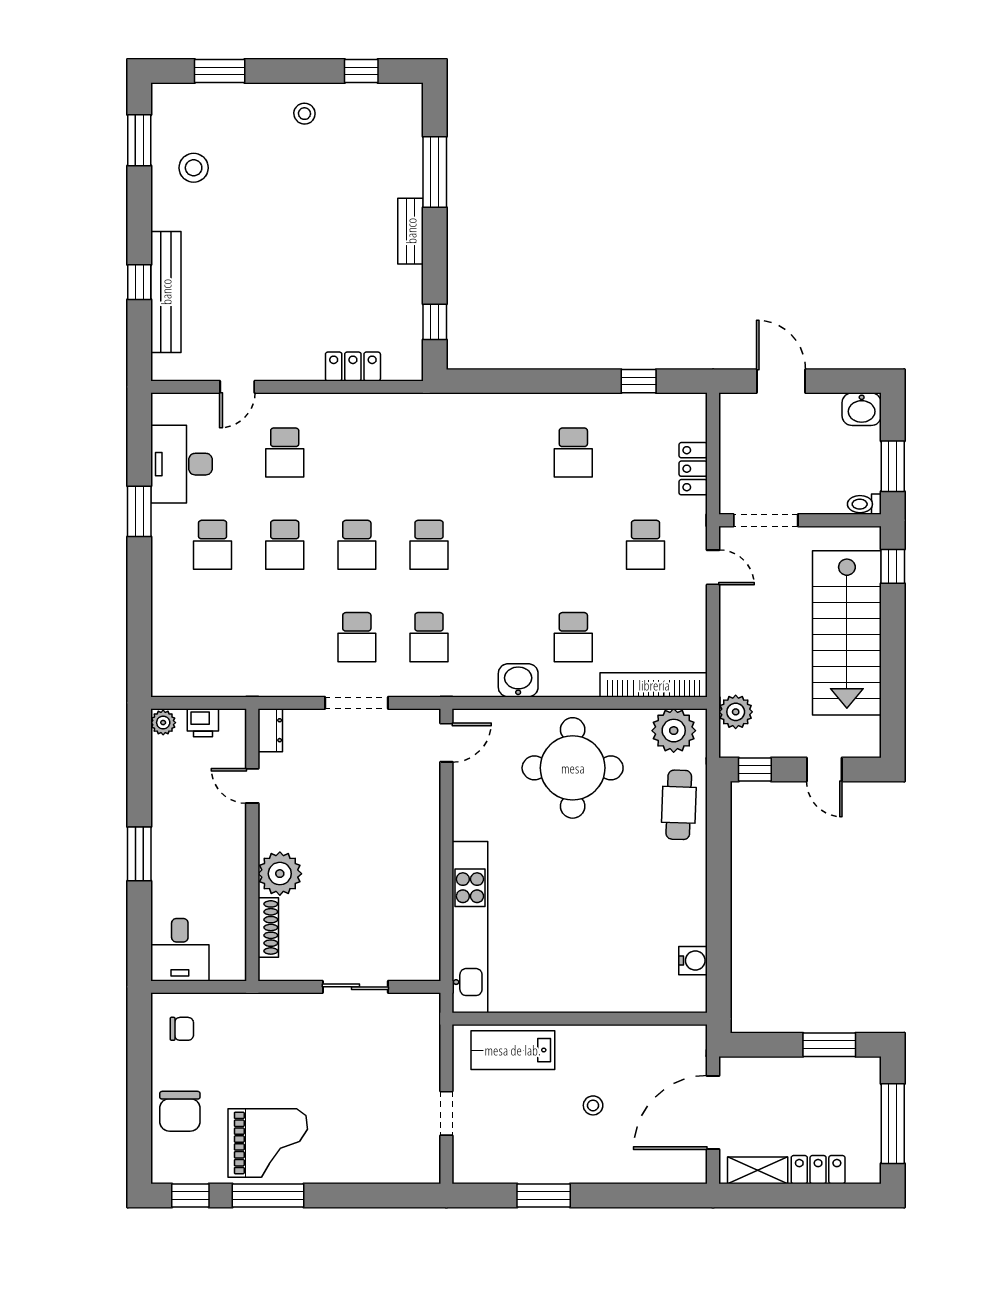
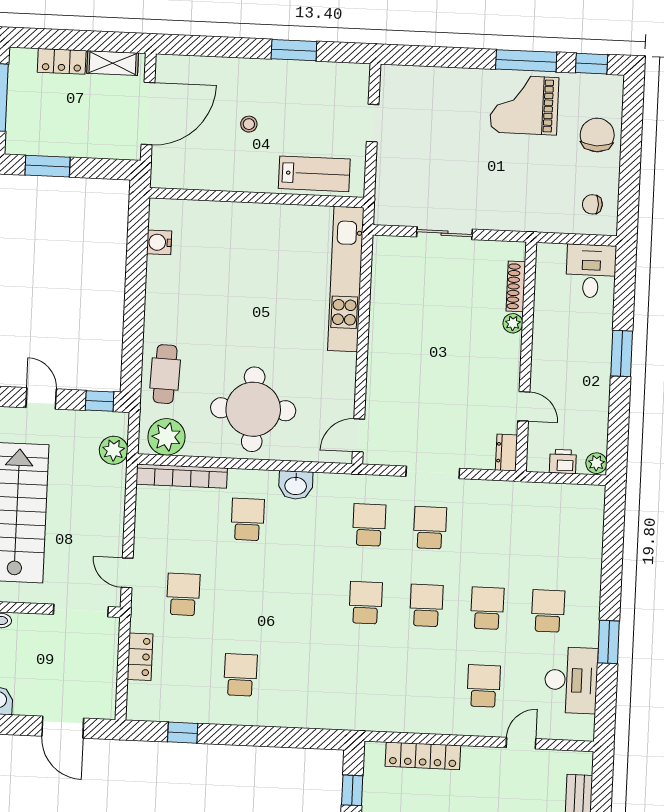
locker: (353, 367) -> (423, 756), width x1.53
plant: (280, 874) -> (513, 323), width x0.53, depth x0.53

